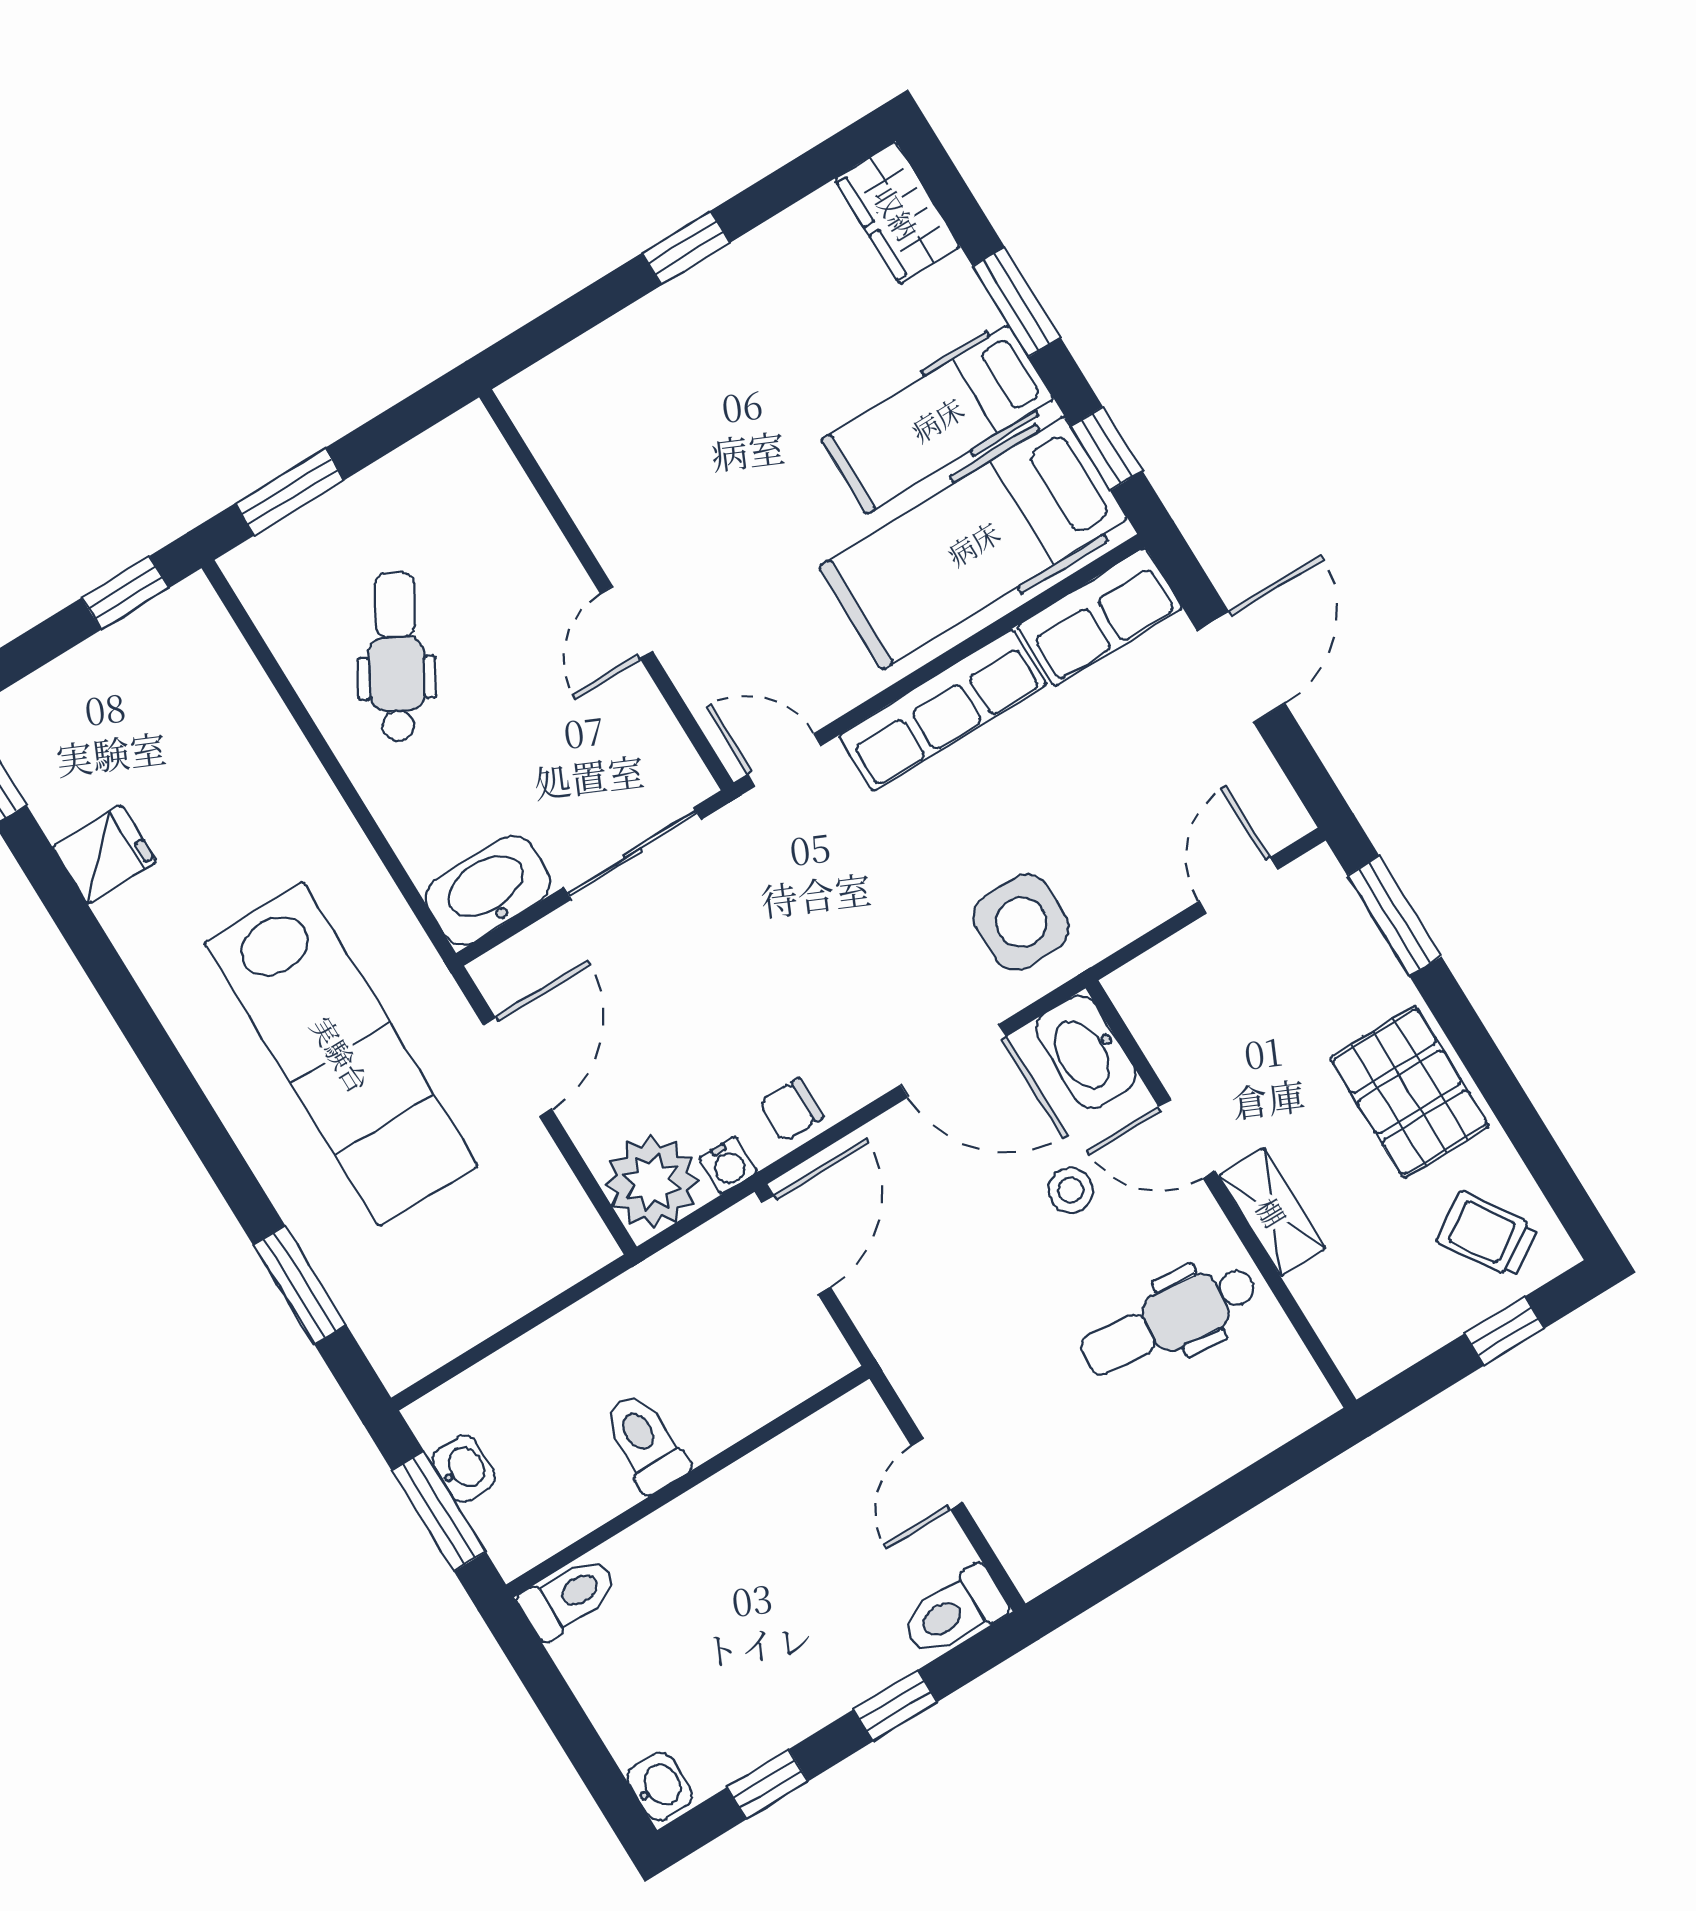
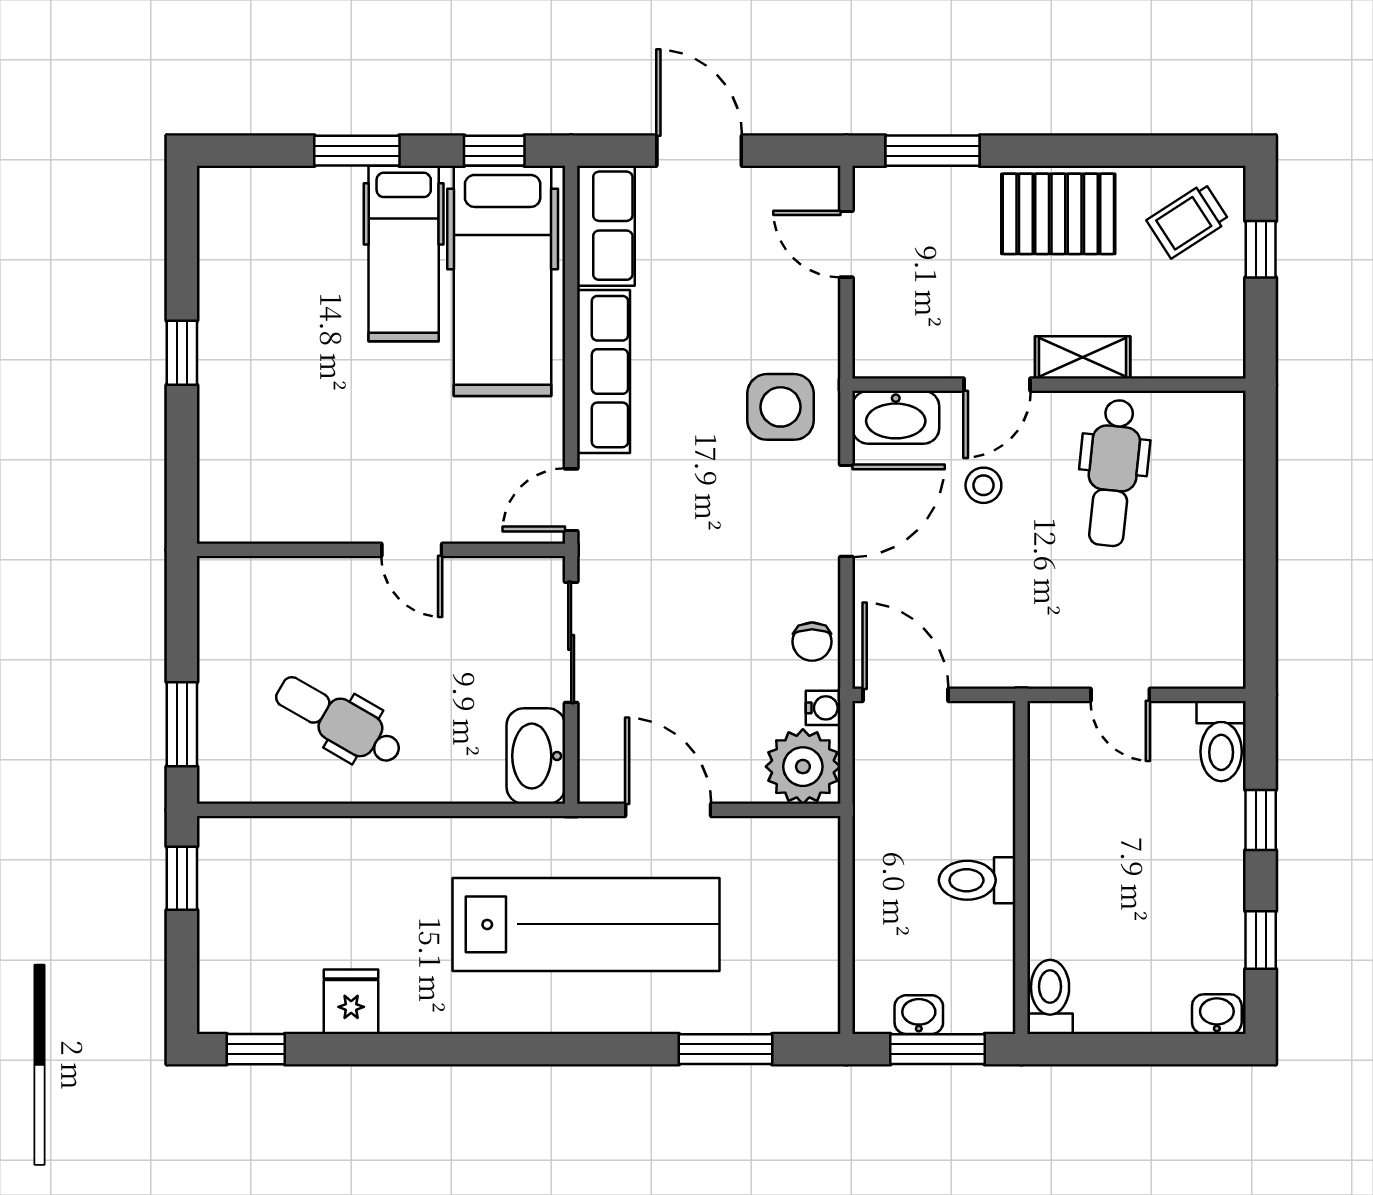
wardrobe: (897, 213) -> (246, 194), removed

